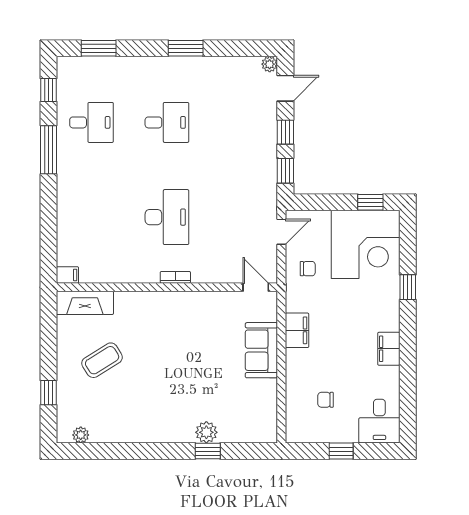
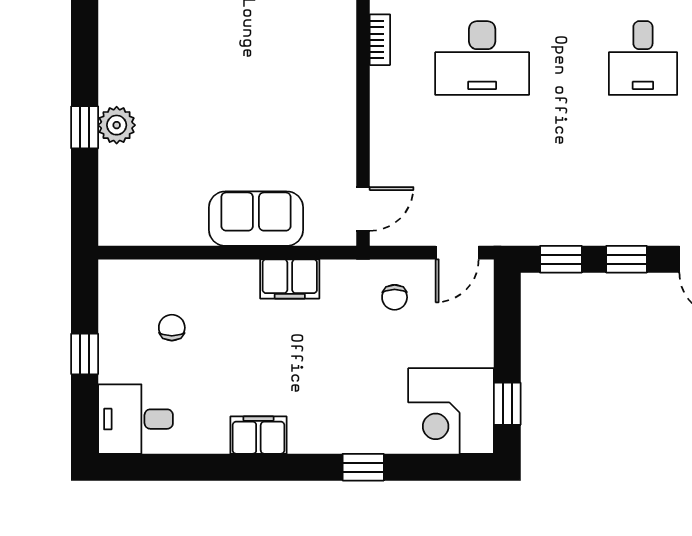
door: (281, 232) -> (457, 253), hinge flipped
corner desk: (366, 244) -> (451, 411), width x0.74, depth x0.74
bookcase: (175, 277) -> (380, 40), moved

